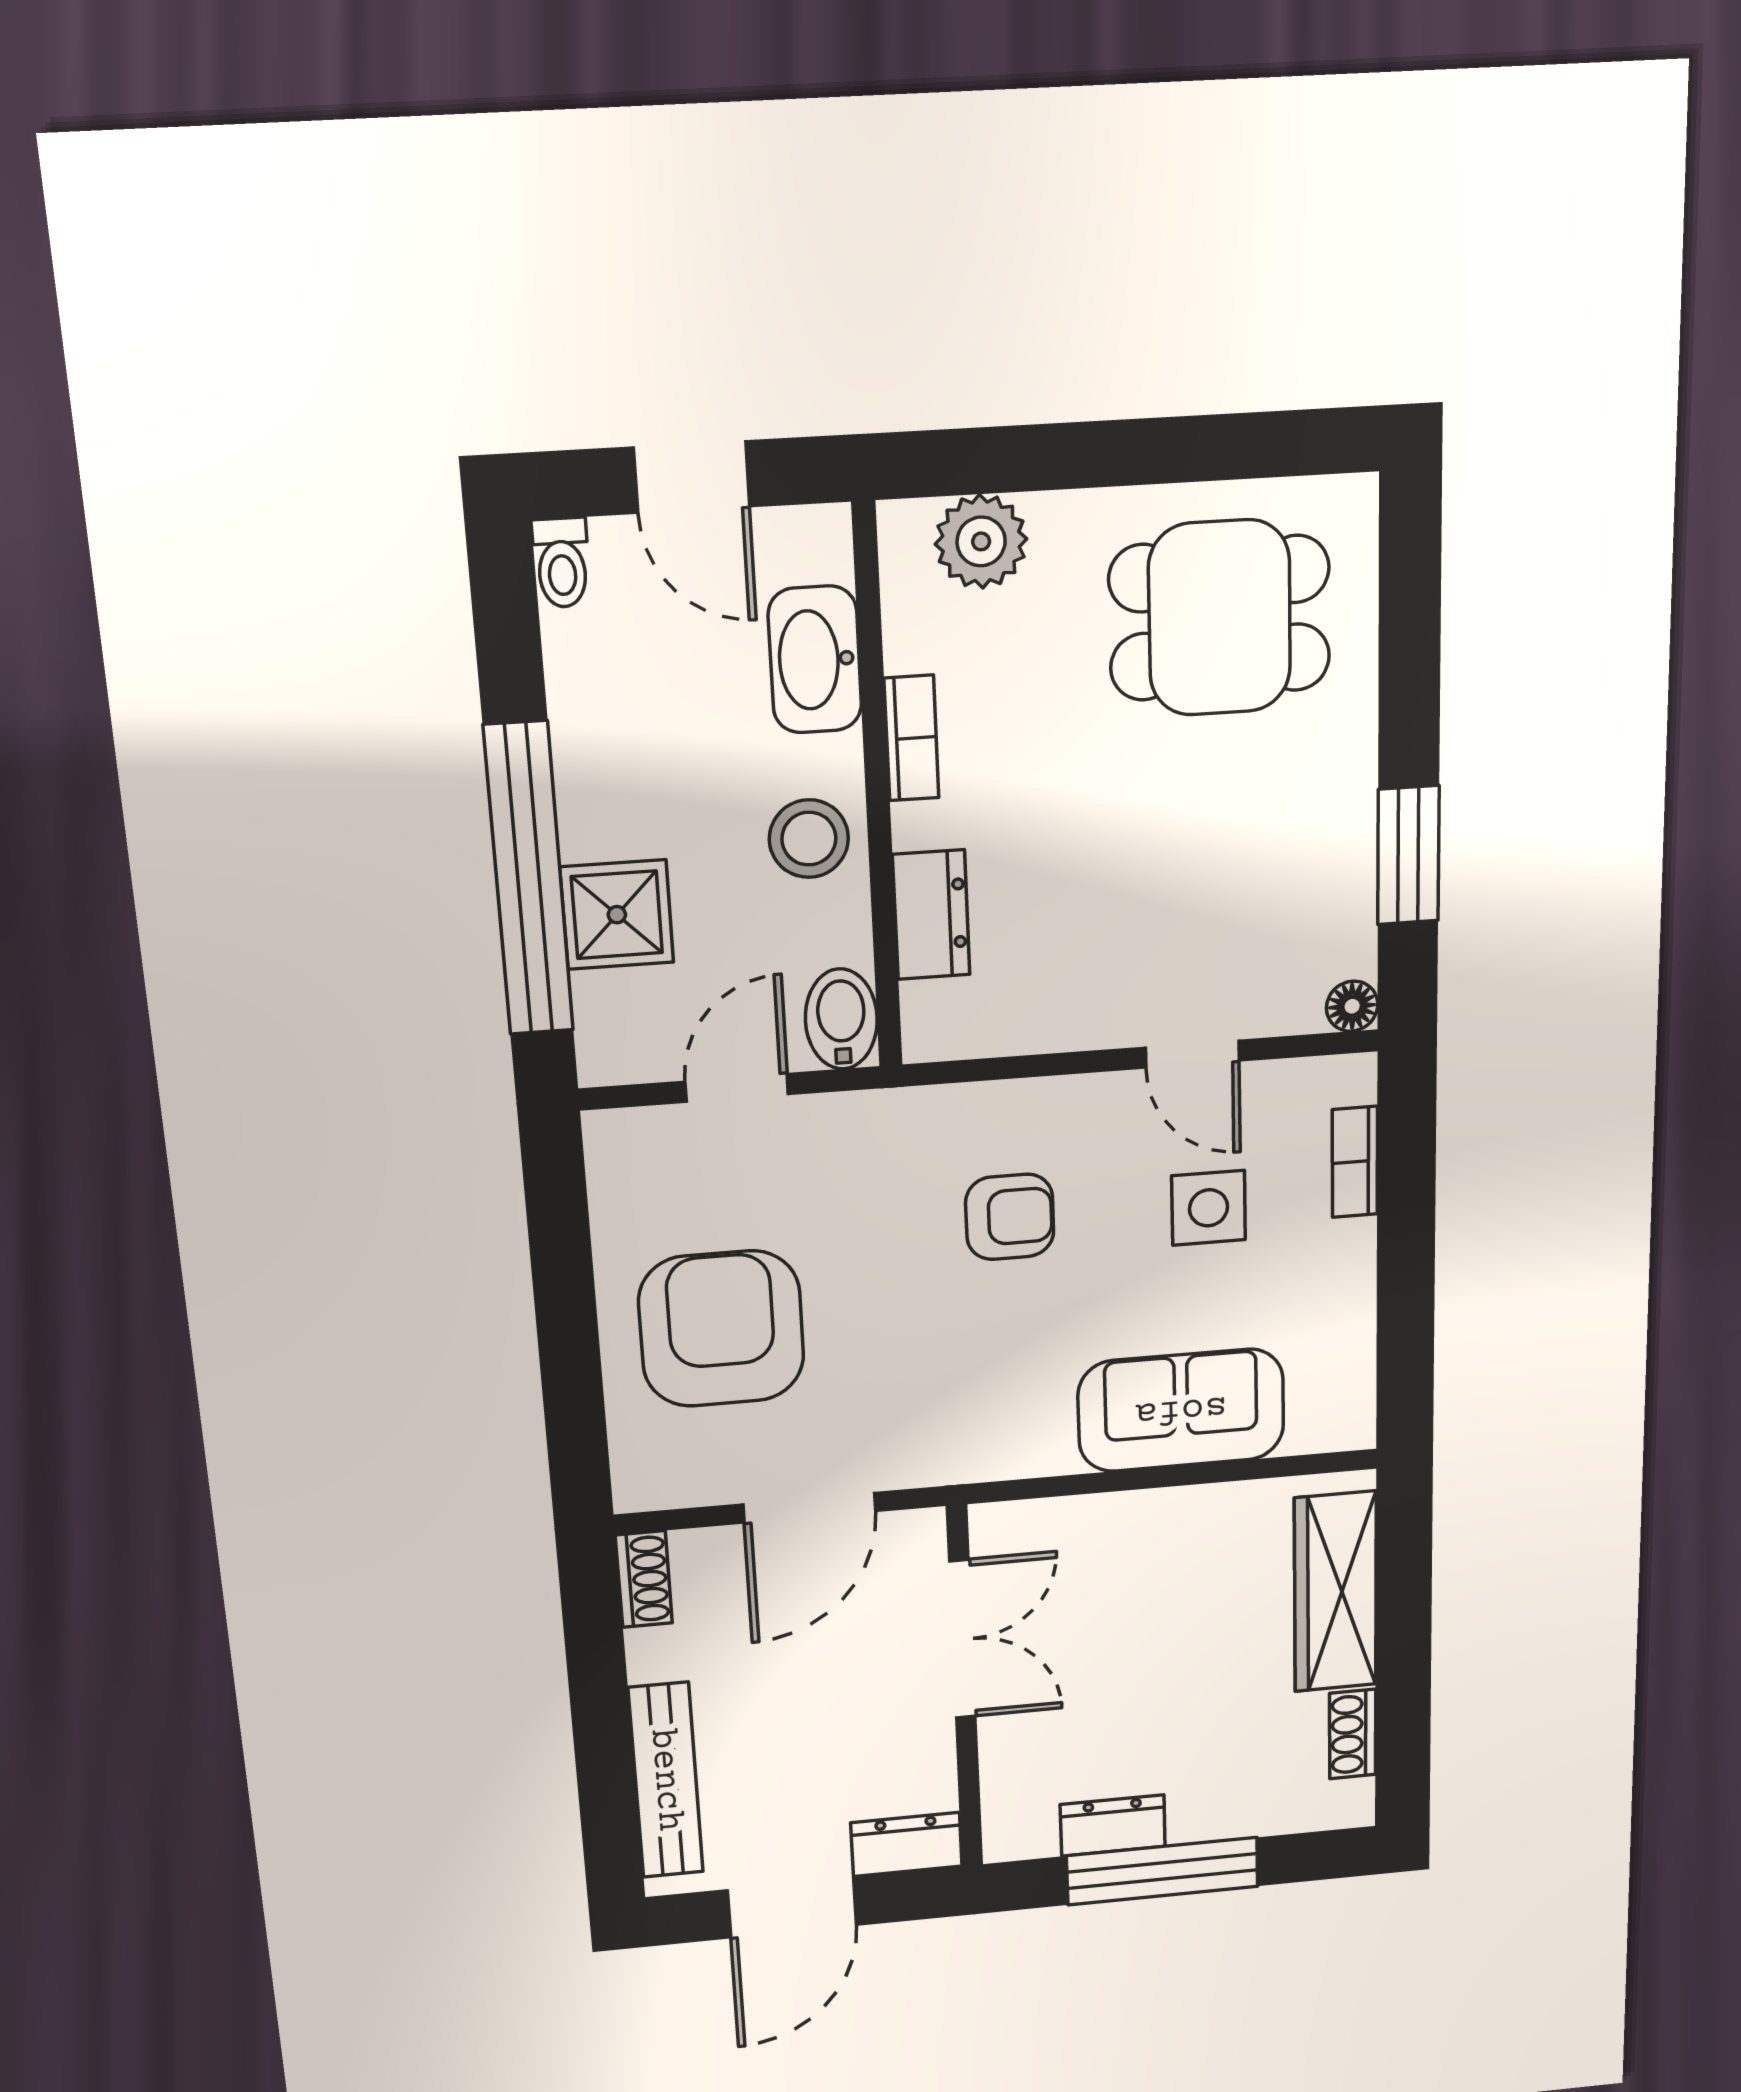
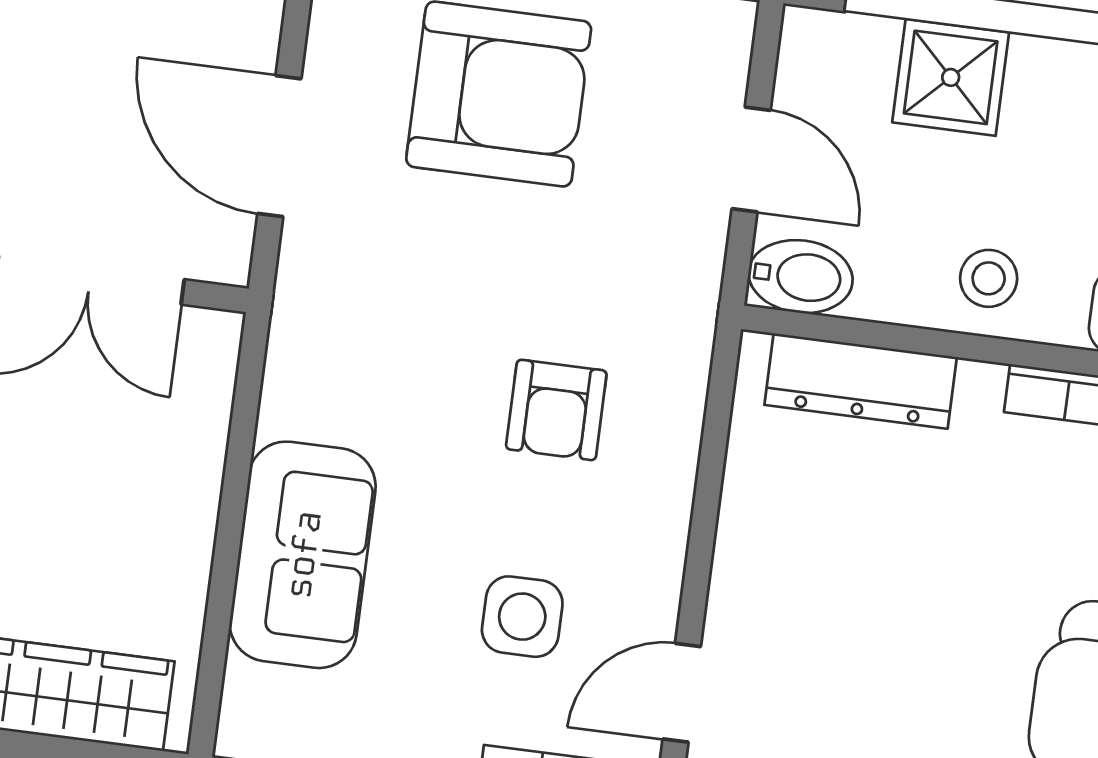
stool: (809, 839) -> (989, 278), width x0.73, depth x0.73
dresser: (931, 915) -> (861, 381), width x1.44
door: (1192, 1054) -> (682, 693), moved

